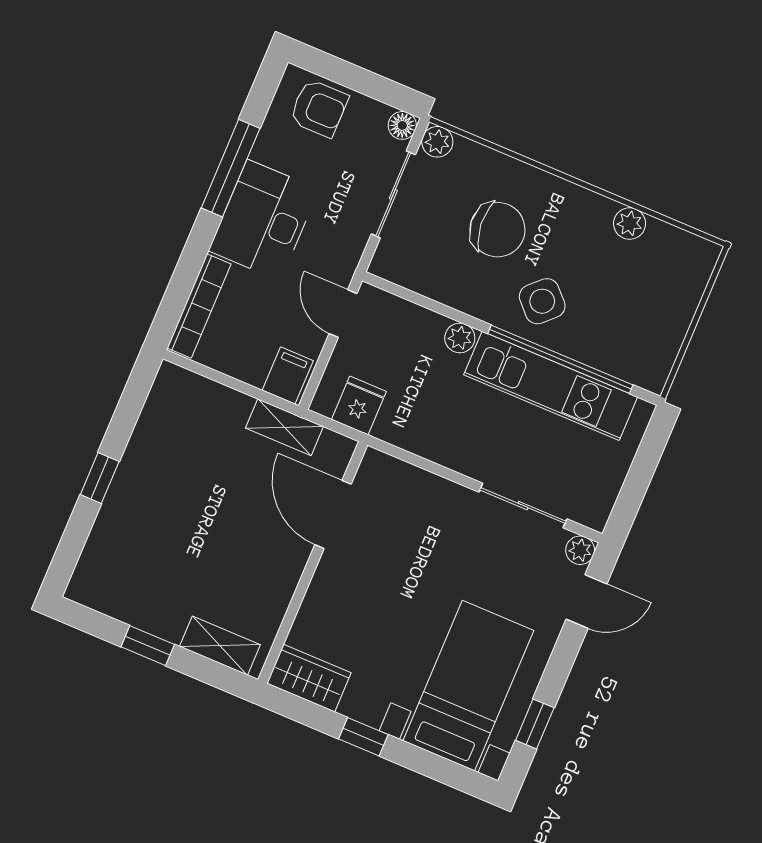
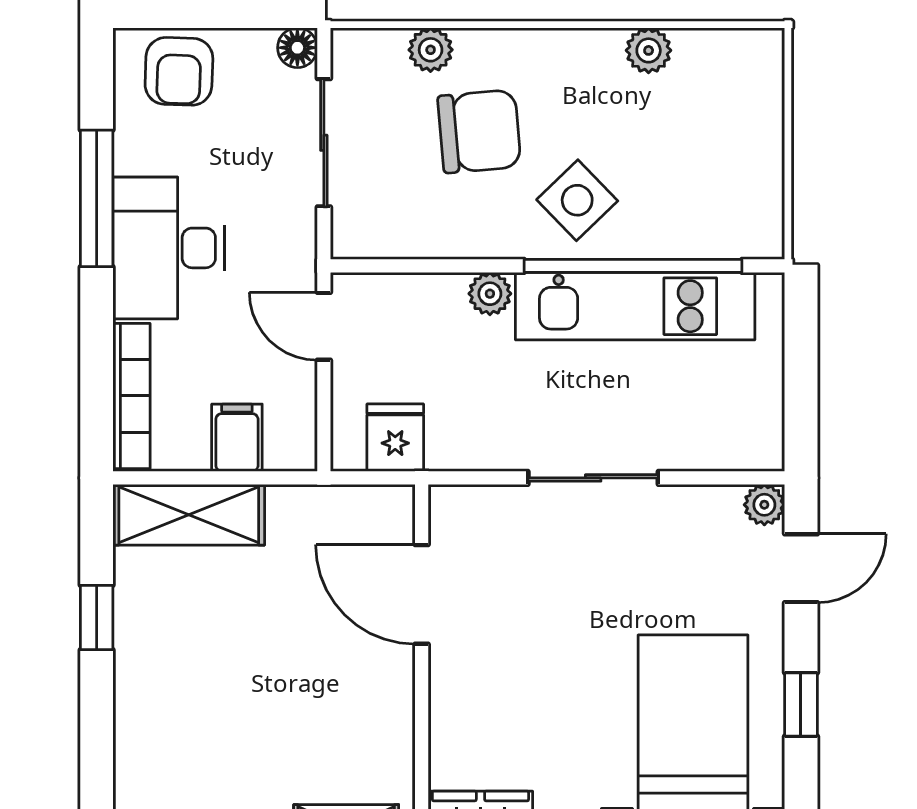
armchair: (319, 108) -> (179, 71), turned 92
plant: (437, 142) -> (431, 50), moved
filing cabinet: (288, 375) -> (237, 438), moved
shelving: (284, 427) -> (189, 515), moved, width x1.50, depth x1.33
window: (100, 478) -> (97, 618), moved
sliding door: (523, 506) -> (593, 478), moved
window: (535, 724) -> (801, 704), moved

